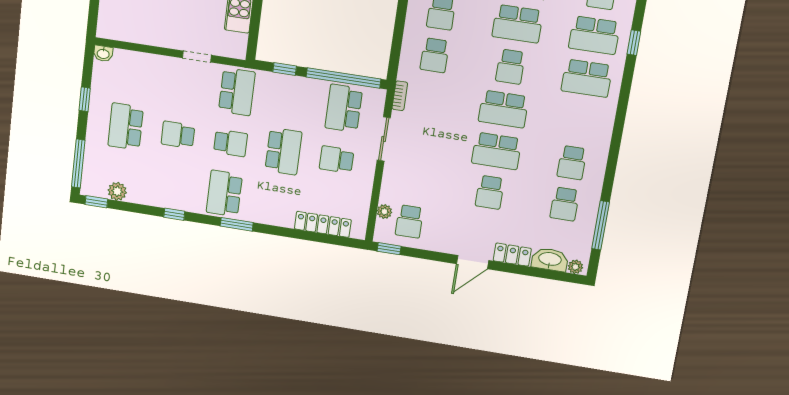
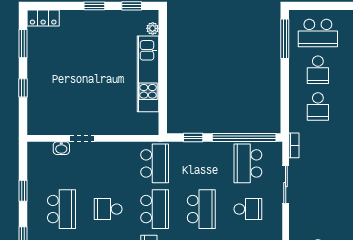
washbasin: (103, 54) -> (61, 148), moved
doorway: (197, 57) -> (82, 138), moved
school desk: (126, 127) -> (61, 209), turned 180
school desk: (231, 143) -> (155, 209), width x1.85
school desk: (337, 160) -> (248, 209), turned 180

